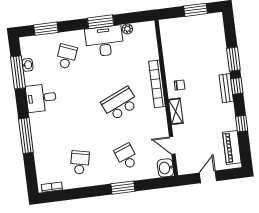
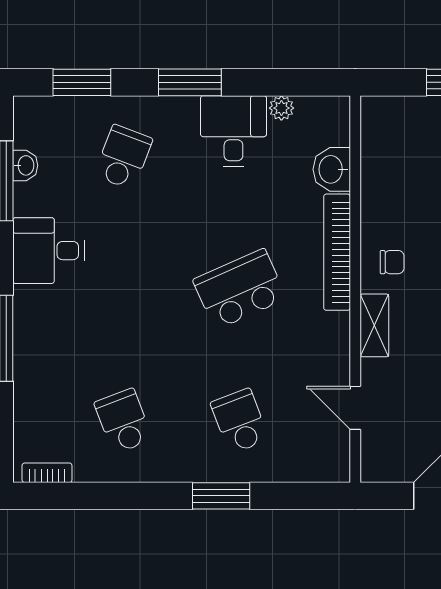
window: (101, 22) -> (190, 82), moved
desk: (104, 41) -> (233, 131), width x0.73
school desk: (80, 162) -> (123, 421), turned -33
washbasin: (165, 168) -> (332, 169), moved

